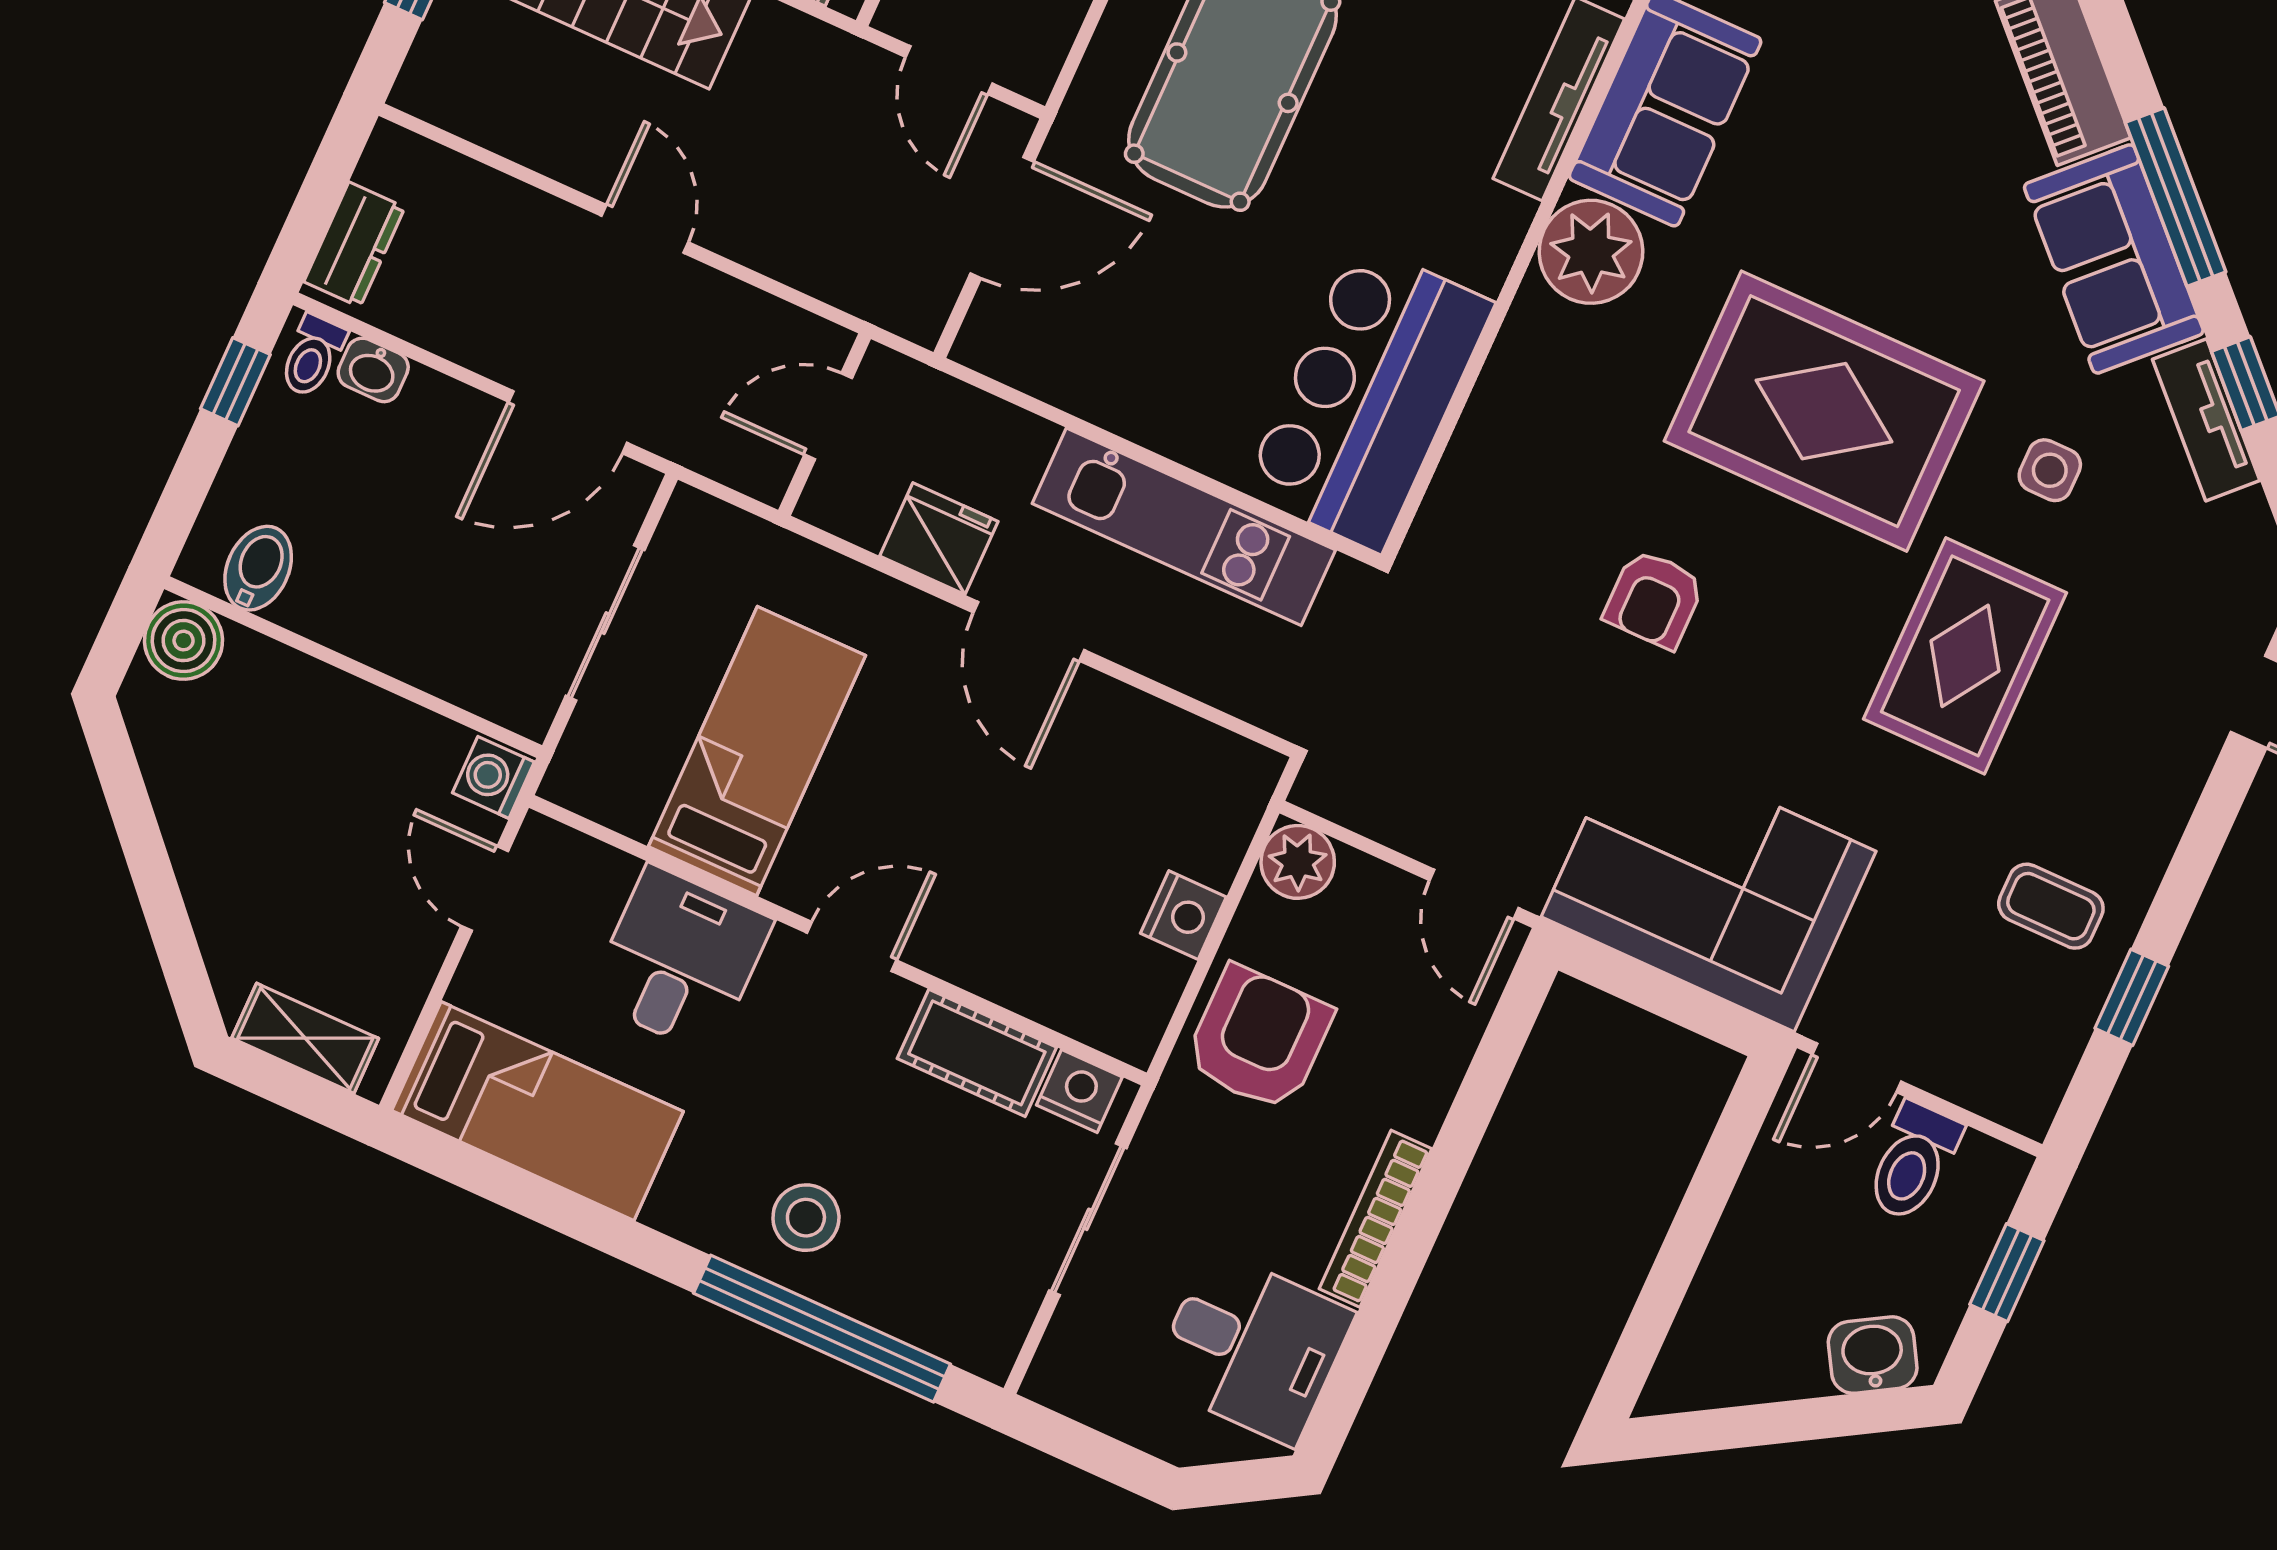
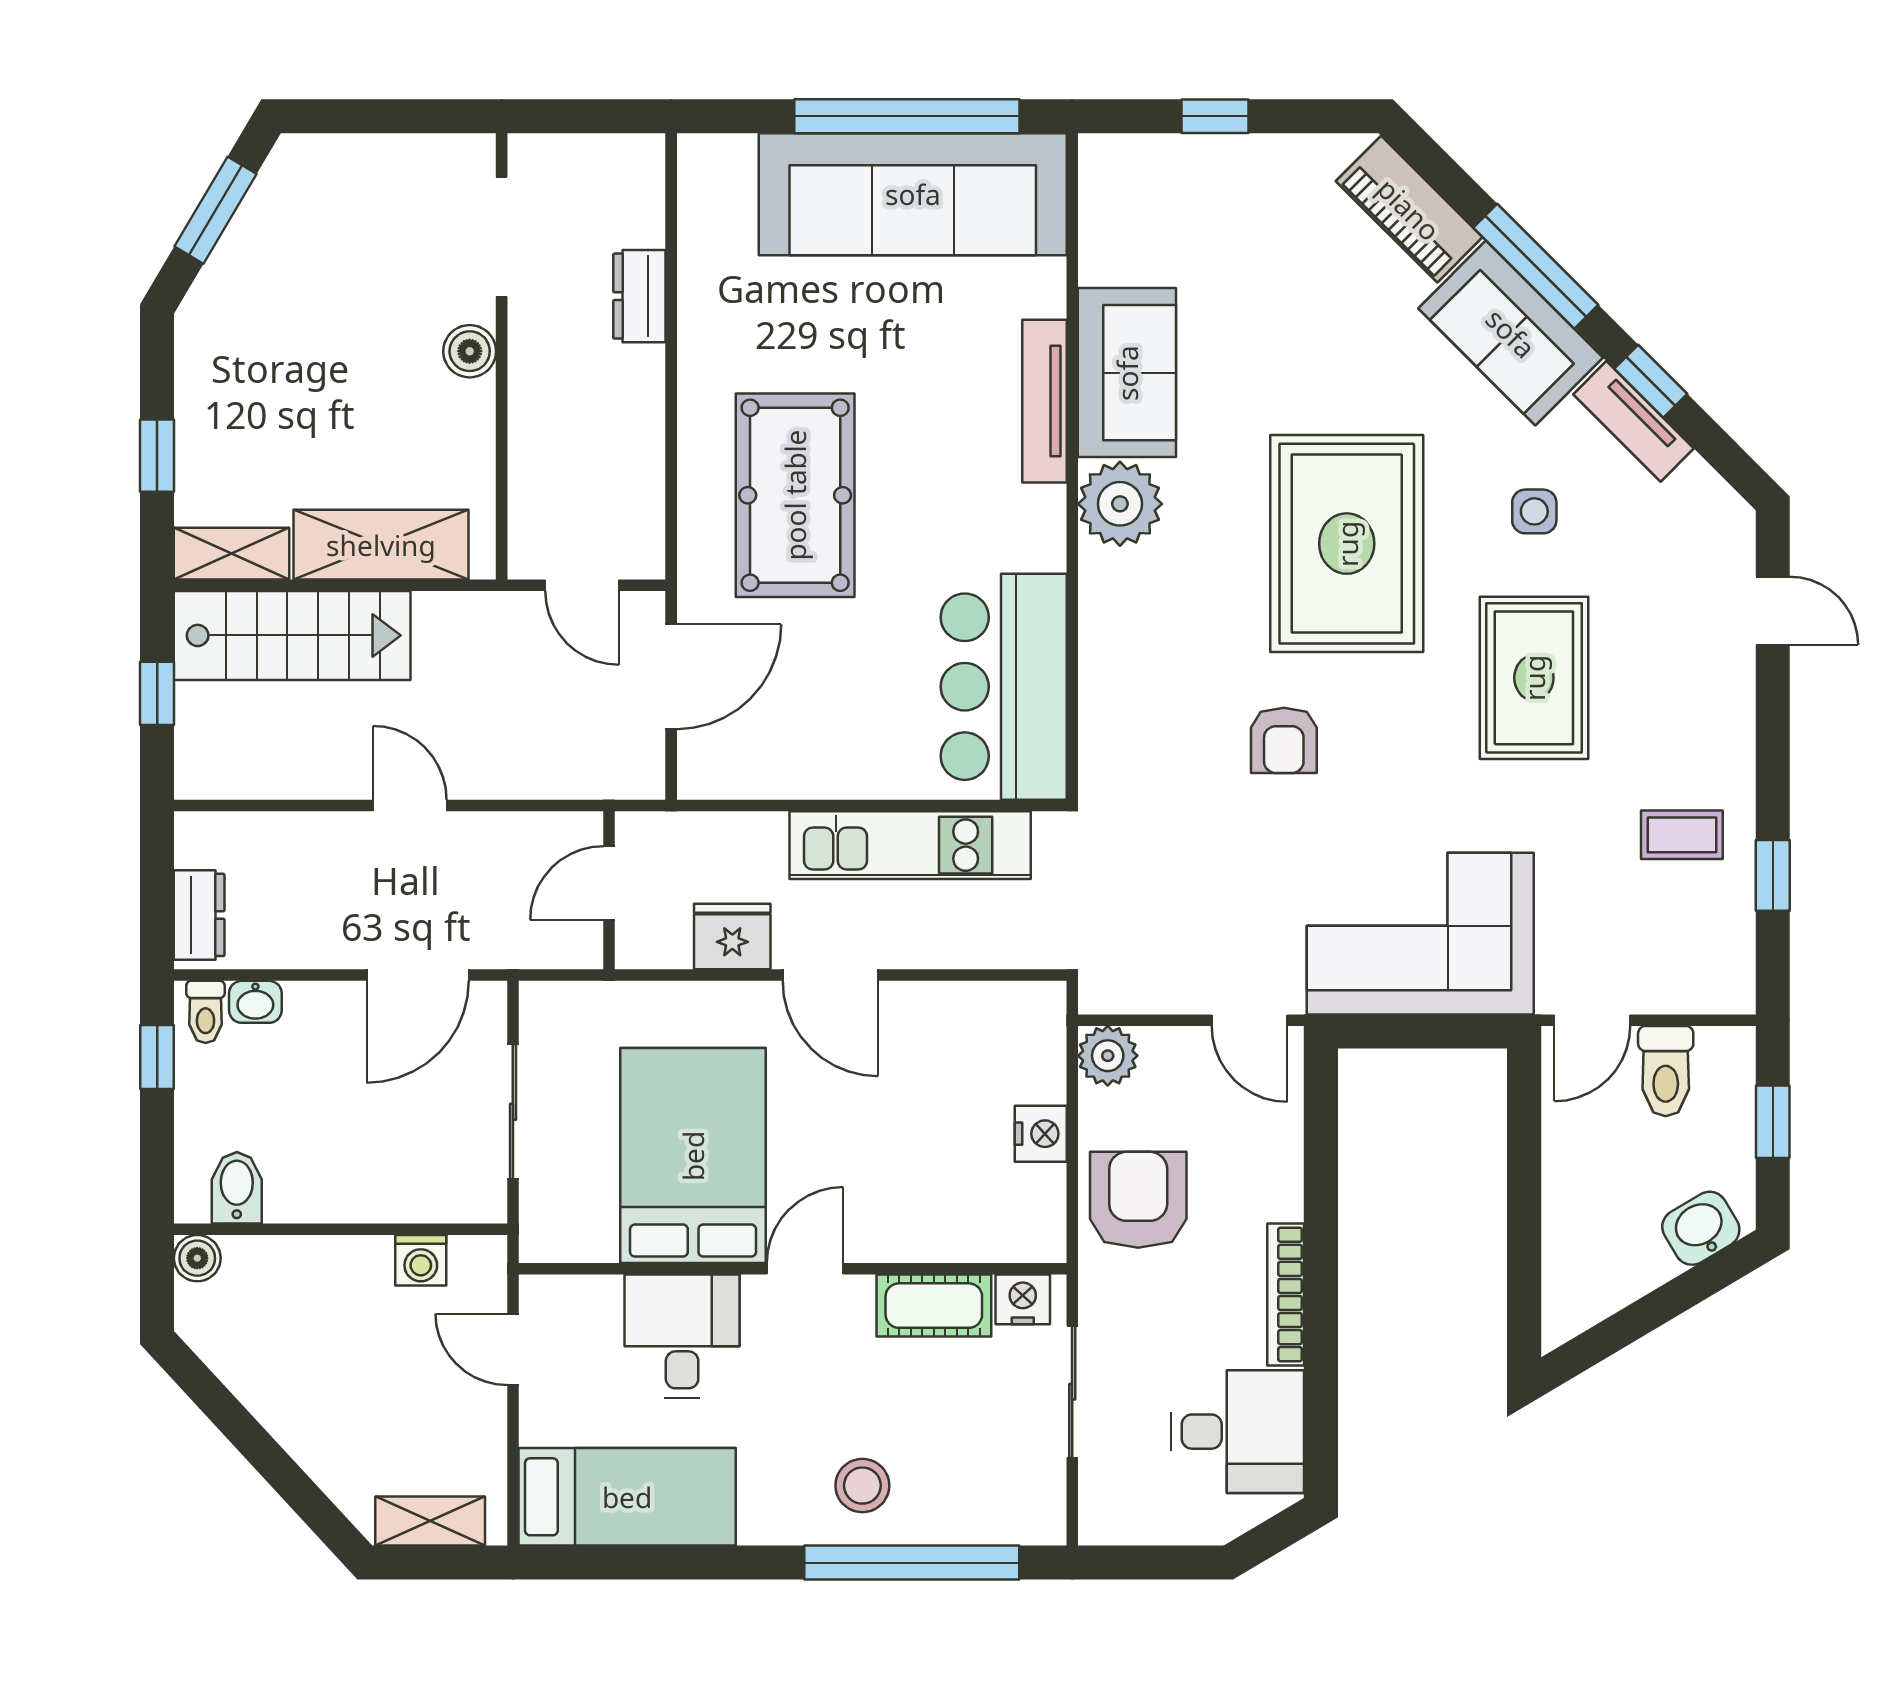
rug: (1824, 411) -> (1347, 544), turned 90
boiler: (184, 641) -> (197, 1258), width x0.73, depth x0.73
bed: (757, 751) -> (693, 1156), width x1.50
washing machine: (493, 777) -> (421, 1260), moved, turned -90

